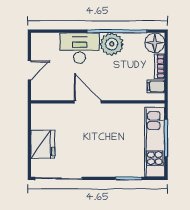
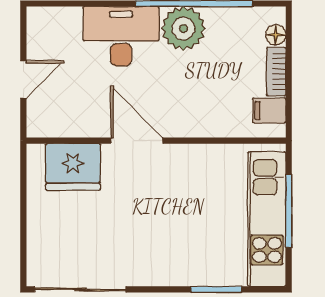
floor lamp: (155, 43) -> (276, 35), width x0.53, depth x0.53
fridge: (43, 144) -> (73, 167), moved, turned 90

